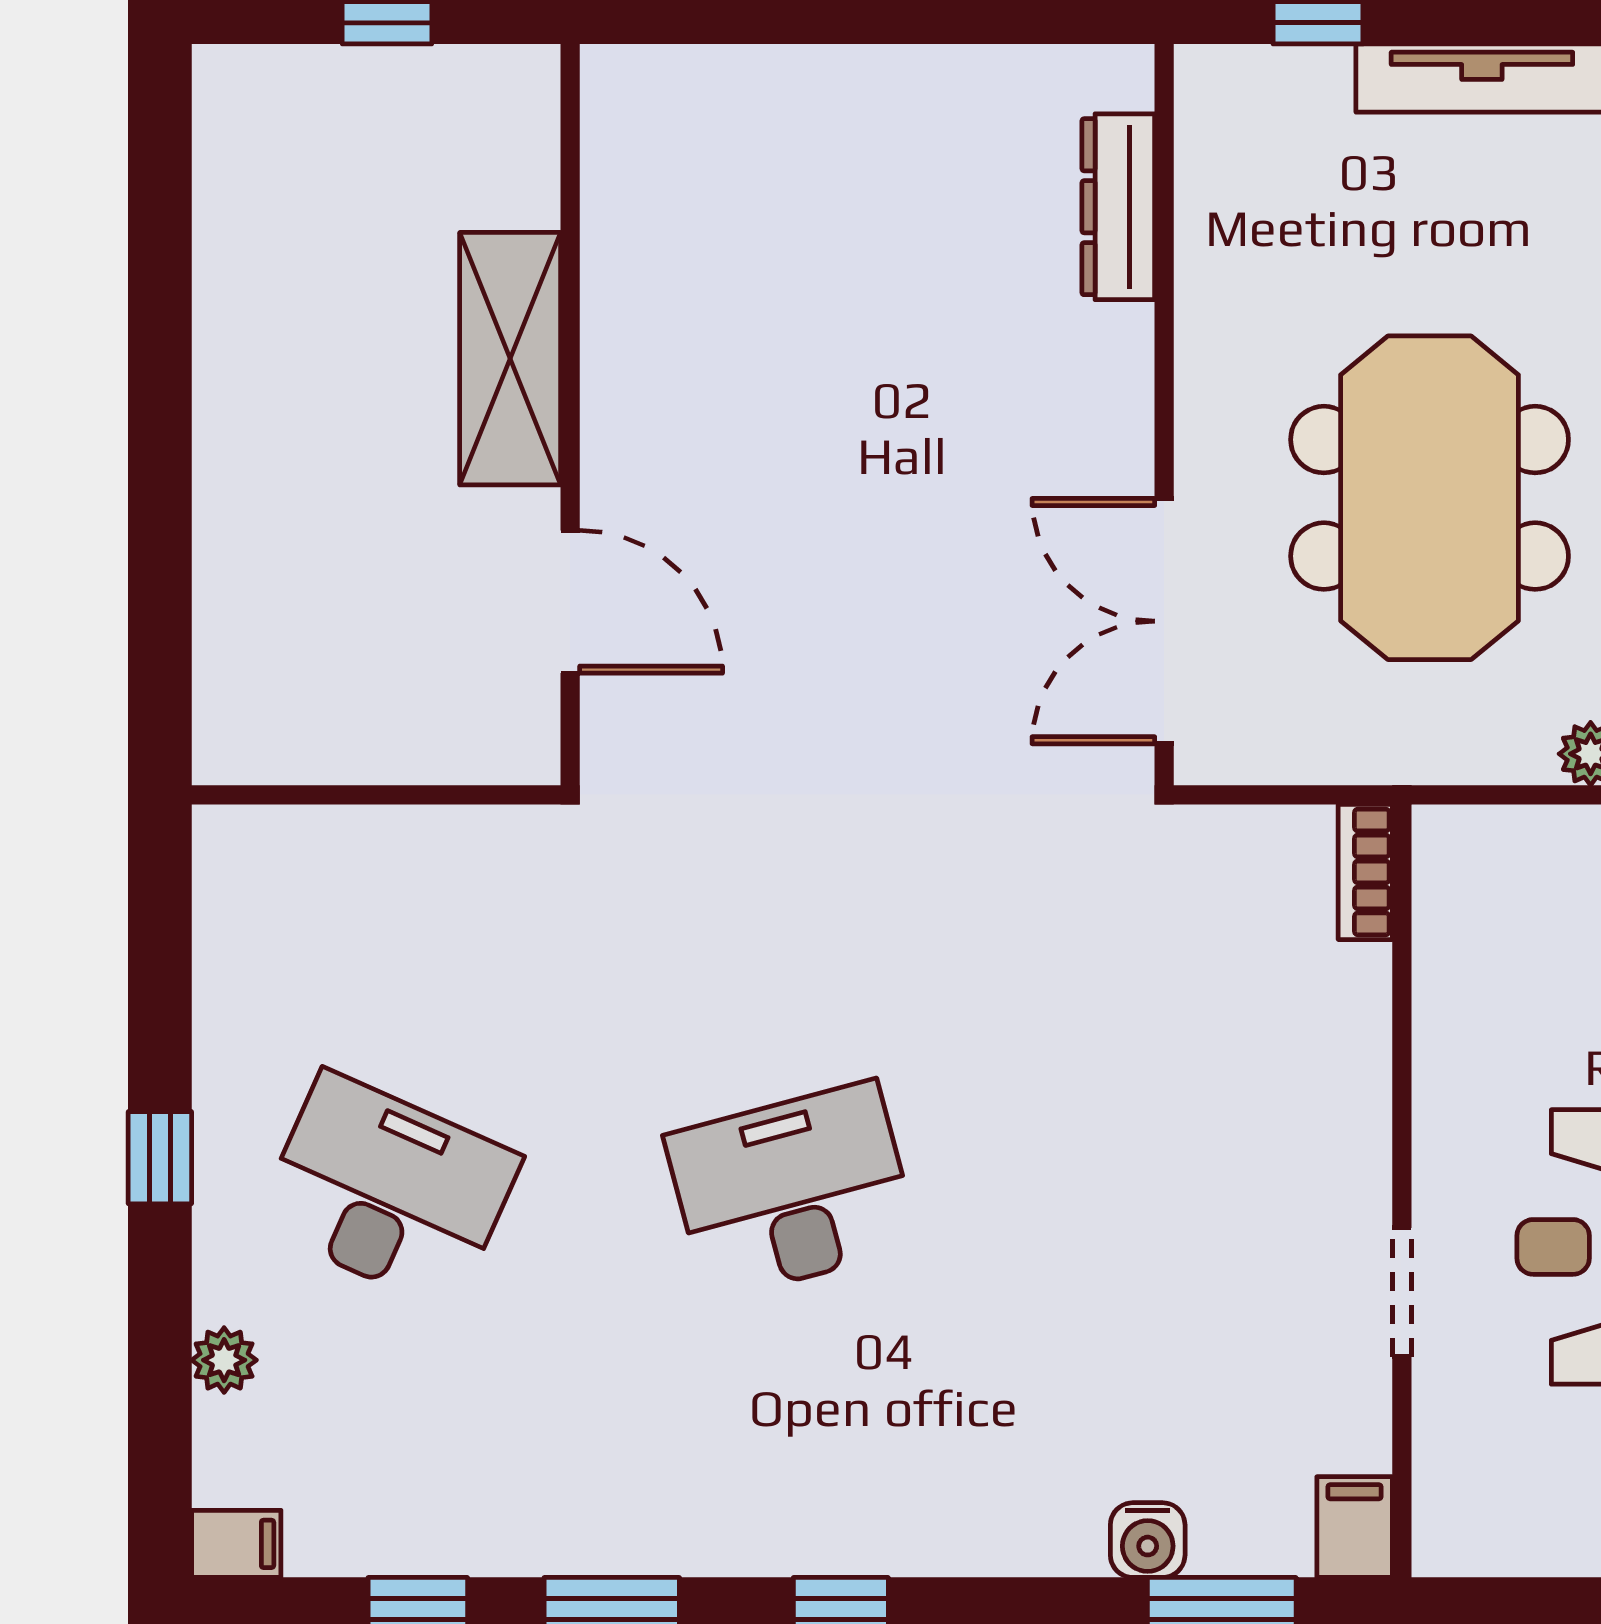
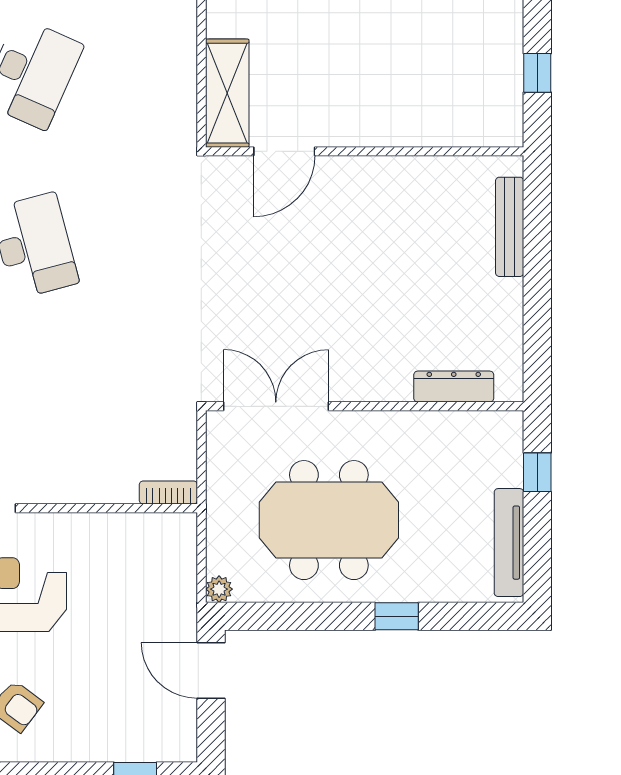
bench: (746, 76) -> (510, 227), added
shelving: (510, 359) -> (227, 93), moved, turned 90

